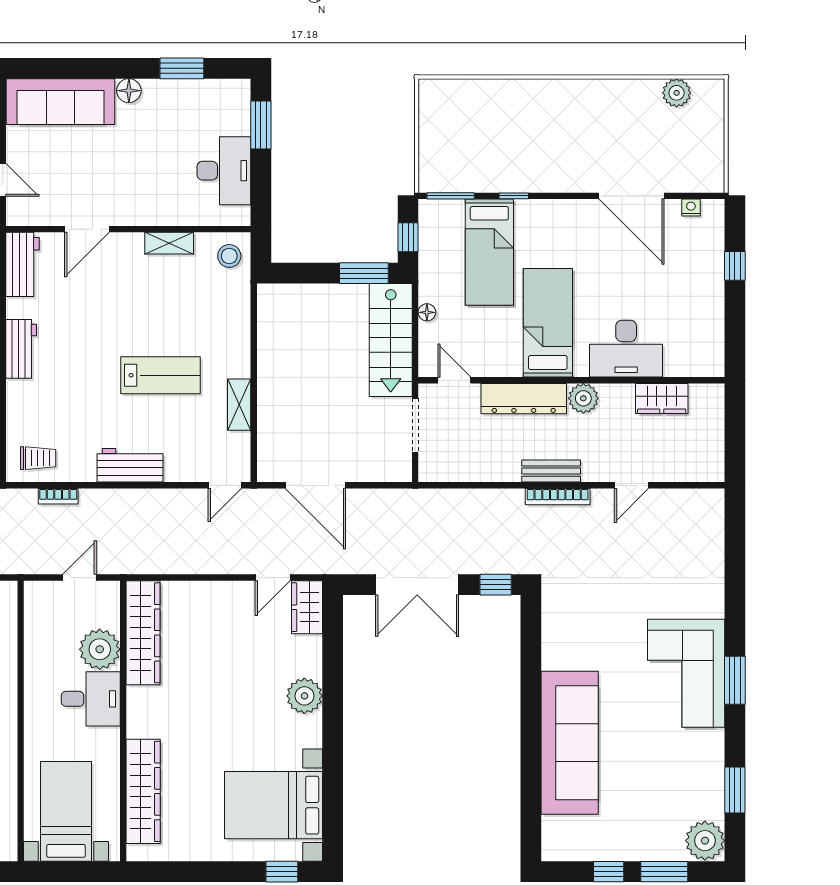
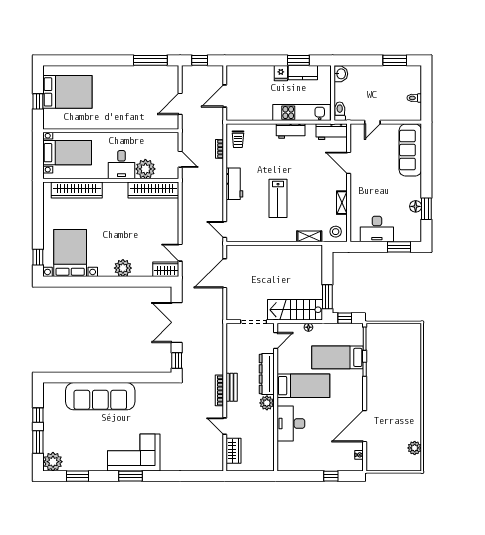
floor lamp: (129, 91) -> (416, 206), moved
wardrobe: (662, 399) -> (234, 451), moved, turned 180
shelving: (239, 405) -> (309, 236), moved

